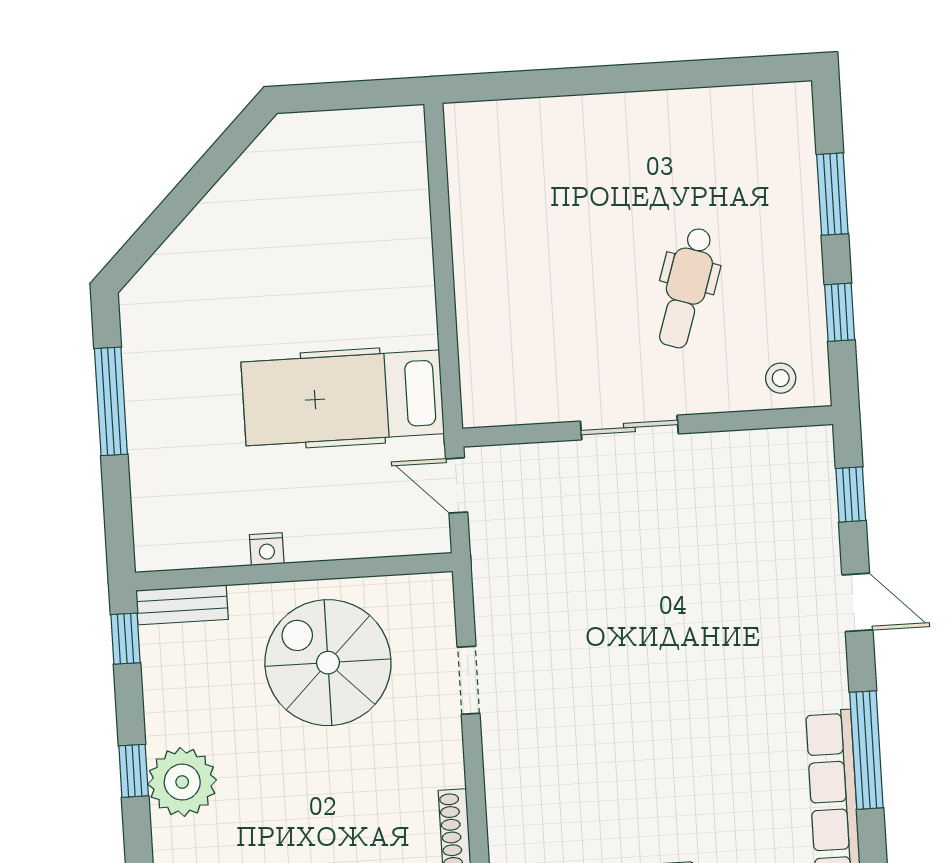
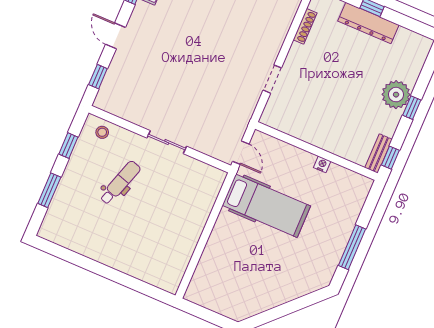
bench: (182, 605) -> (378, 154), moved, turned 90
spiral stairs: (328, 663) -> (321, 111), removed

